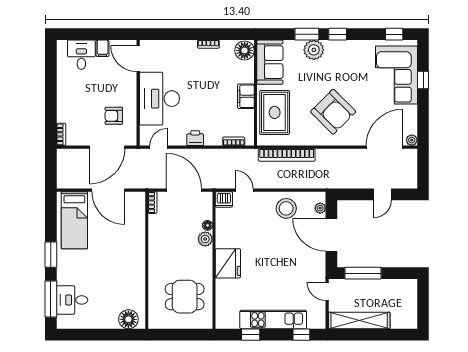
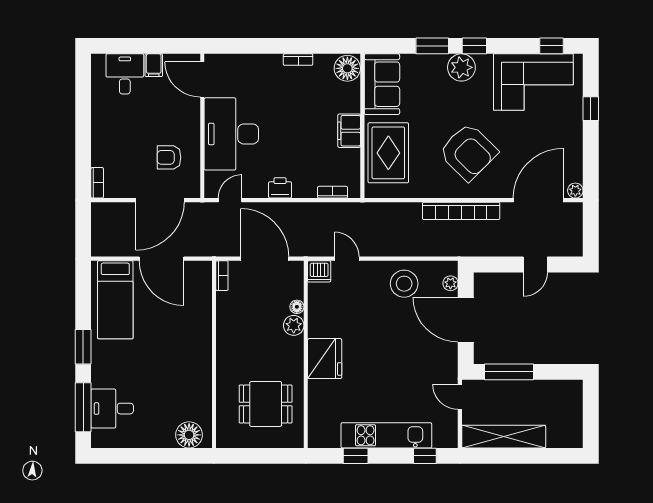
plant: (314, 50) -> (461, 67), moved
corner sofa: (396, 75) -> (533, 82), moved, turned -90
bookcase: (287, 155) -> (461, 211), moved

